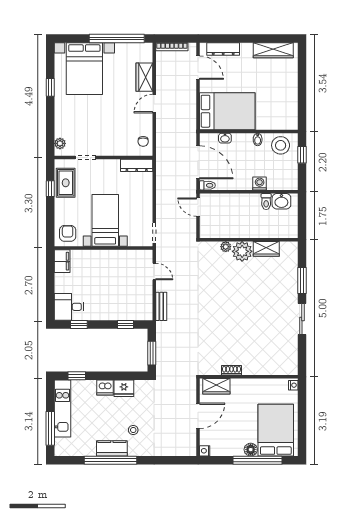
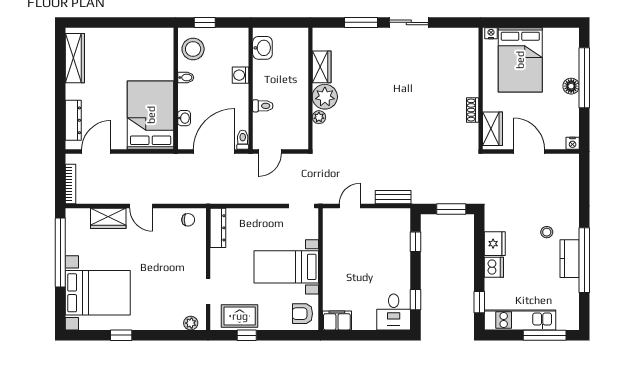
toilet: (266, 202) -> (263, 106), moved
bed: (276, 430) -> (520, 60), moved, turned -90

